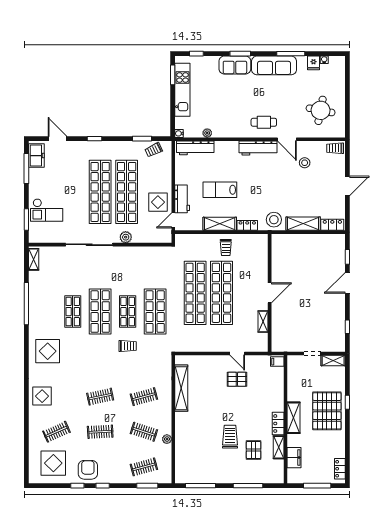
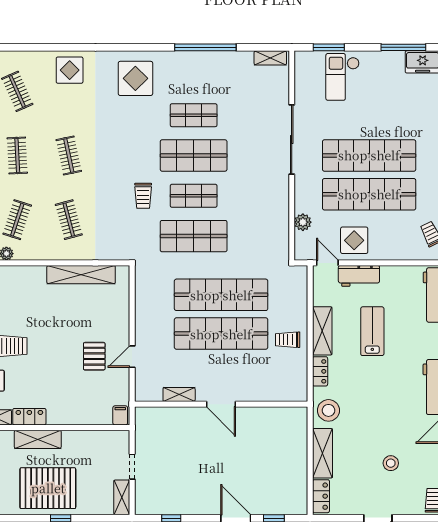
stool: (305, 163) -> (391, 463), moved
plant: (126, 237) -> (303, 222), moved

